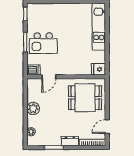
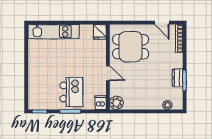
door: (49, 77) -> (108, 73), moved
dining table: (85, 98) -> (131, 47), turned 90
plant: (33, 108) -> (116, 103), moved
dresser: (70, 141) -> (178, 78), moved

